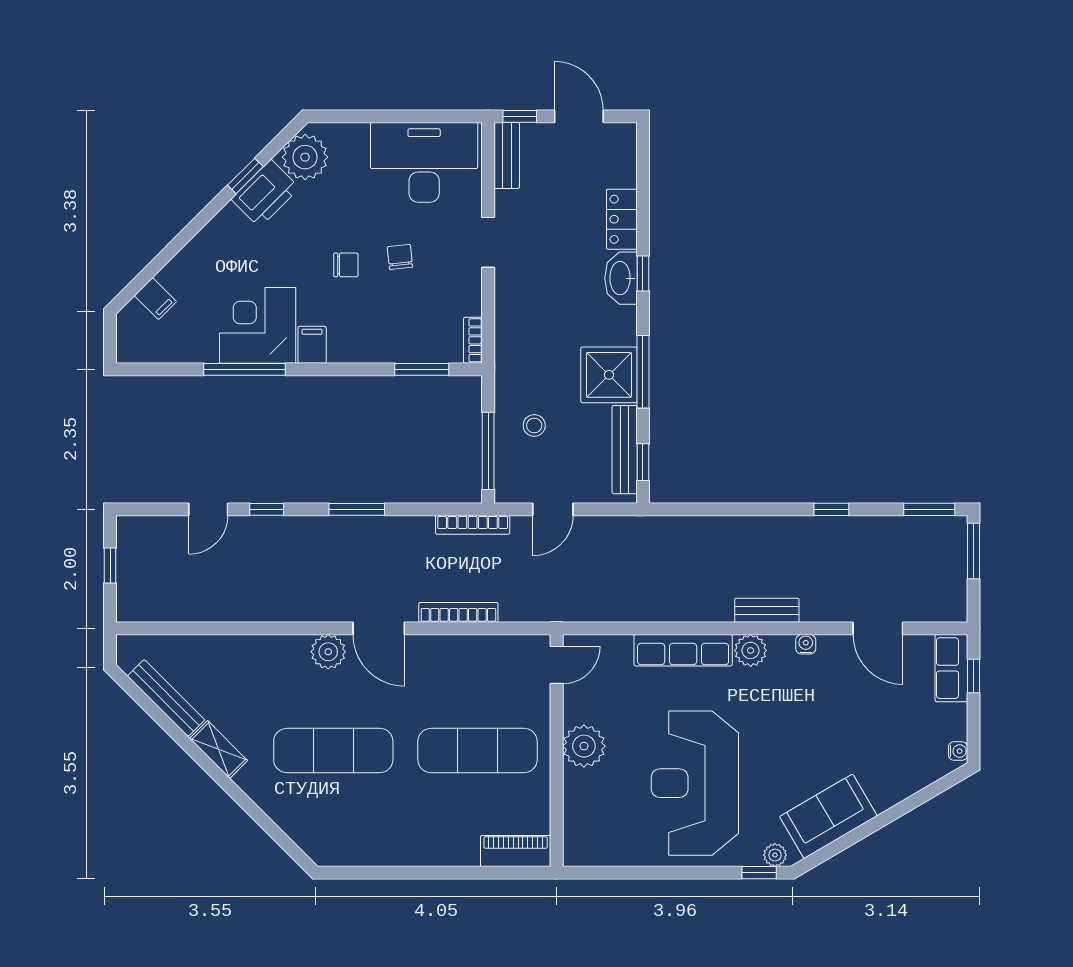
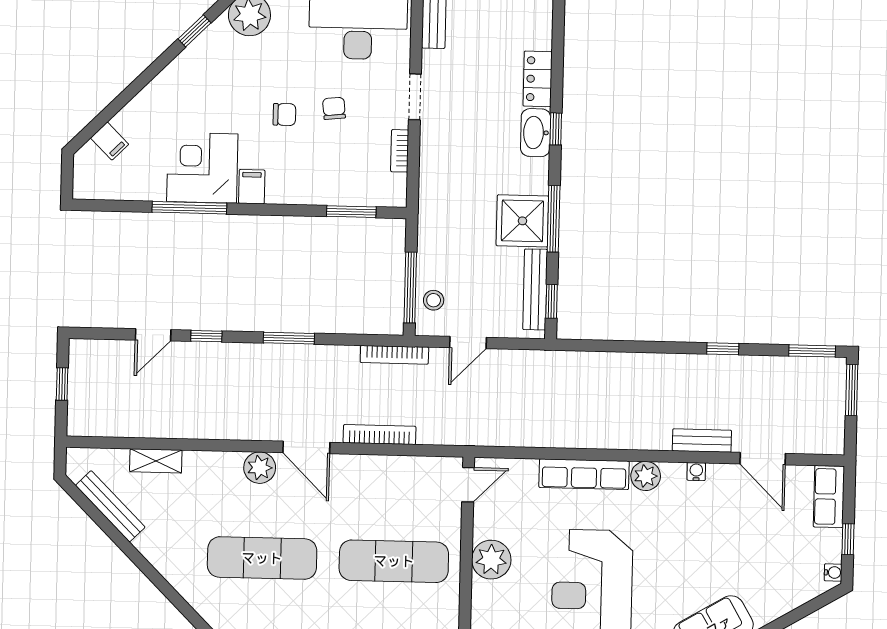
printer: (265, 193) -> (212, 47), removed
bookcase: (473, 340) -> (400, 151), moved
stool: (534, 425) -> (434, 300), moved
bench: (767, 610) -> (702, 441), moved
window: (973, 676) -> (848, 539), moved
shelving: (219, 749) -> (156, 461), moved, turned -45

